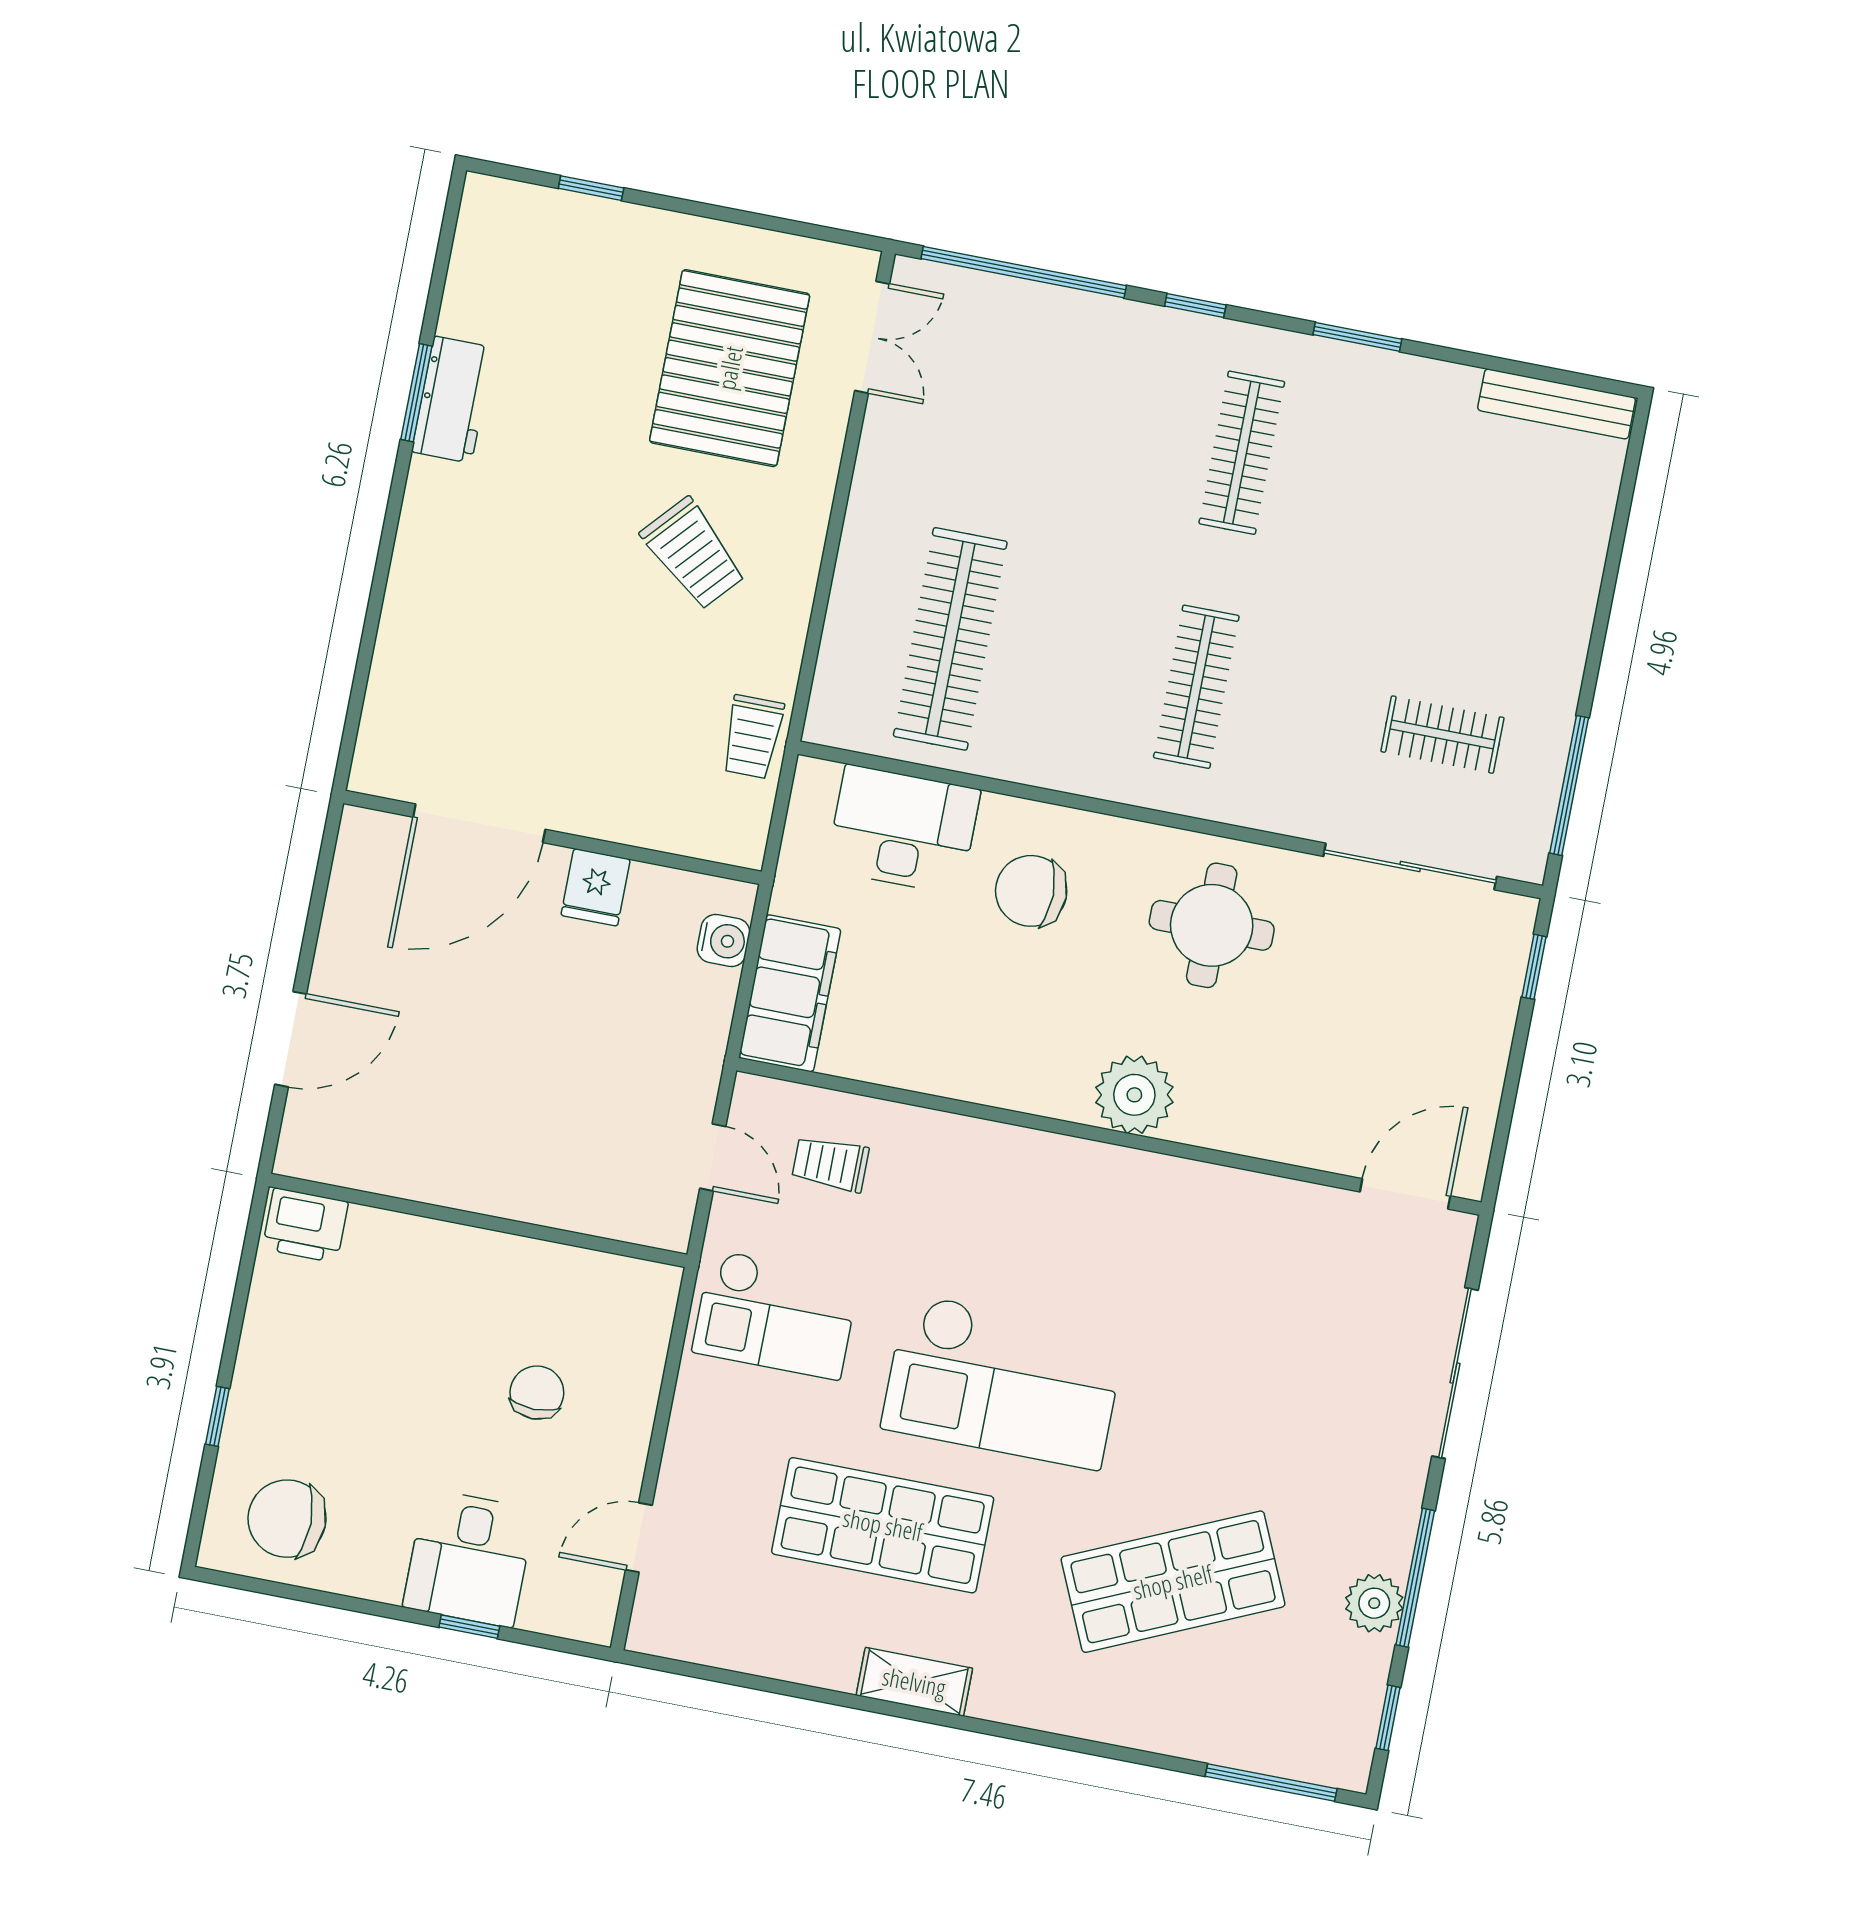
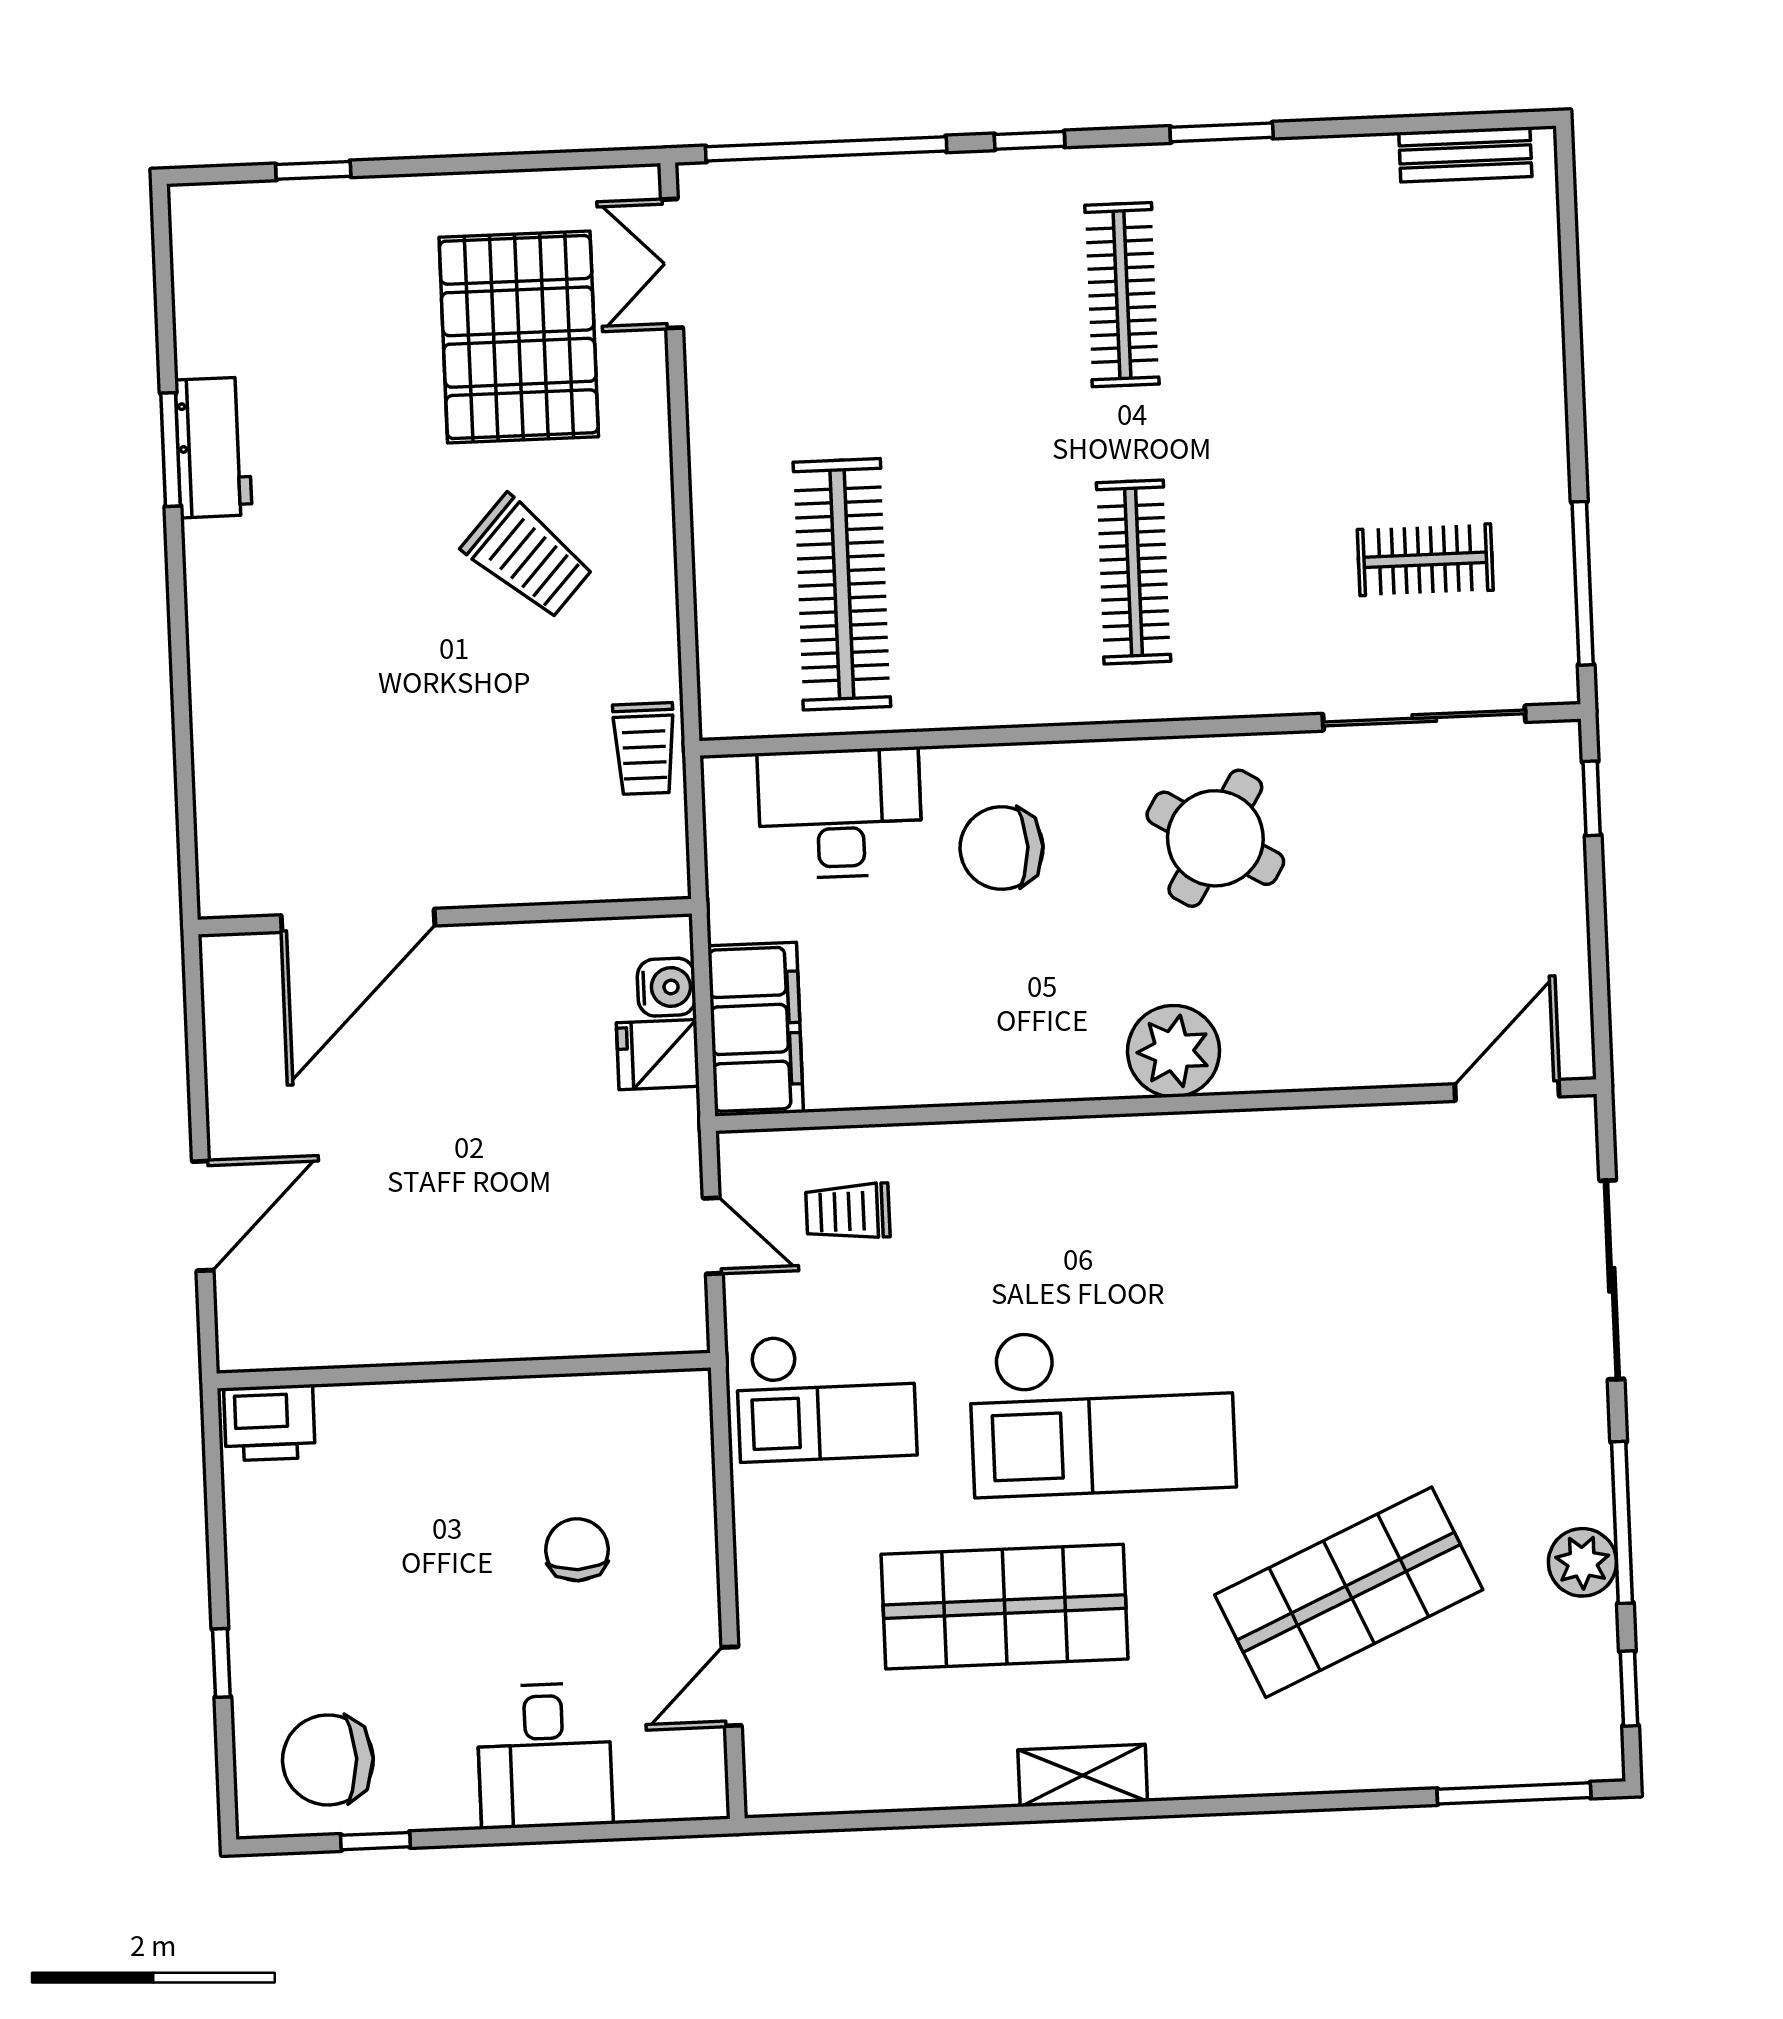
double door: (872, 337) -> (672, 264), swing flipped
bench: (1557, 404) -> (1465, 154), width x0.73
fridge: (596, 887) -> (658, 1055), moved, turned 90
round table: (1212, 925) -> (1215, 838), turned 31
window: (469, 1627) -> (375, 1841), moved

